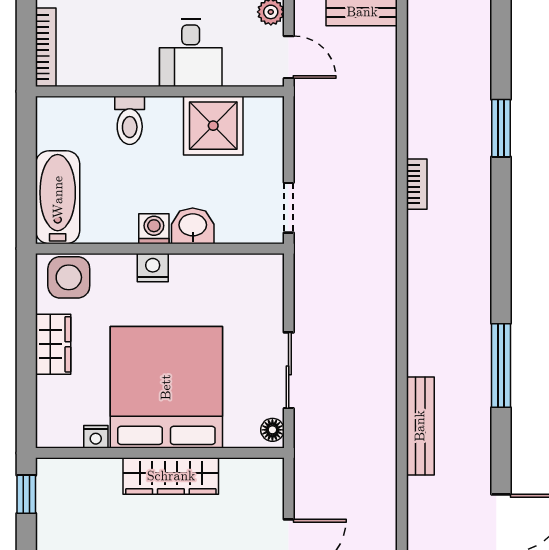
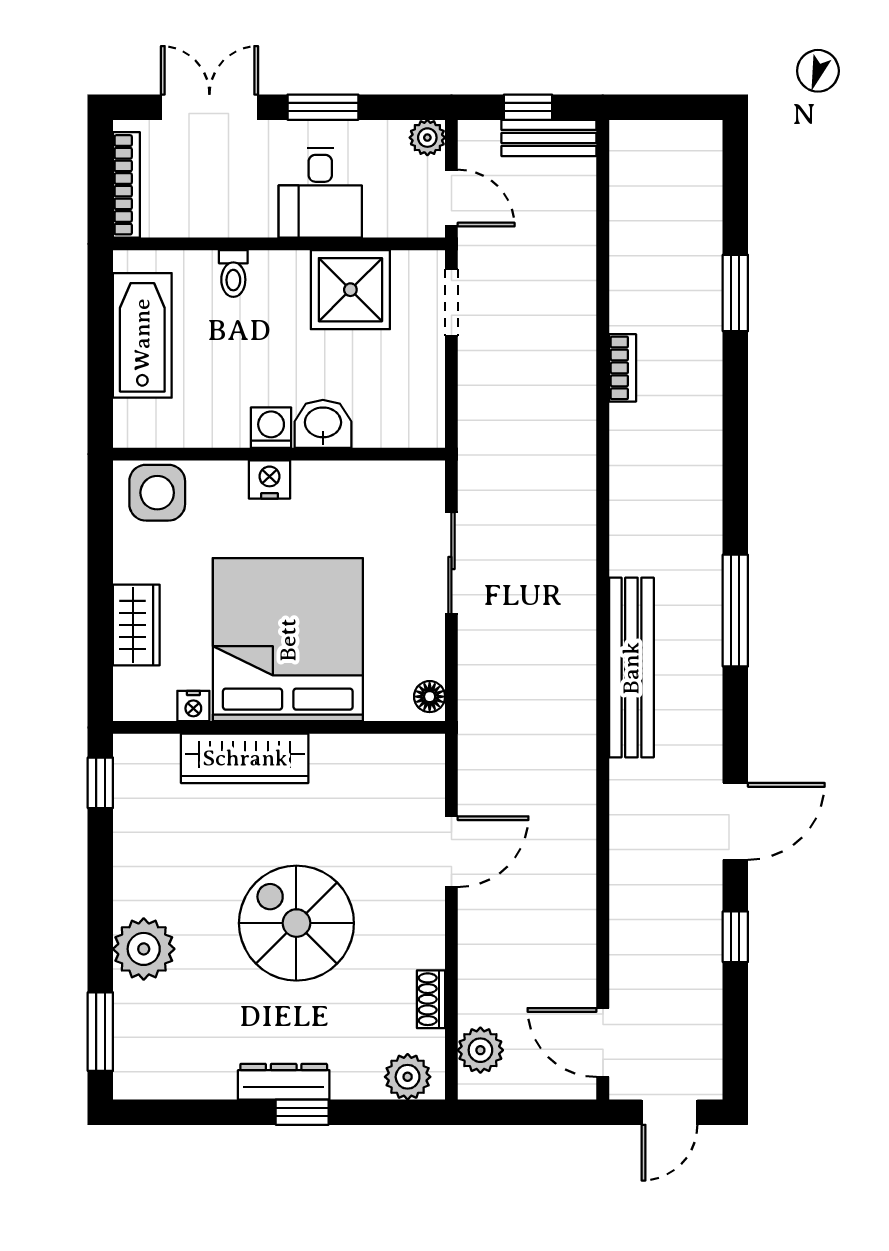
toilet: (130, 120) -> (233, 274), width x0.73, depth x0.72
bathtub: (58, 197) -> (142, 335), moved
doorway: (289, 208) -> (451, 302), moved
wardrobe: (53, 344) -> (136, 625), moved
sliding door: (289, 370) -> (451, 563), moved
bench: (420, 426) -> (631, 668), width x1.37, depth x1.21
wardrobe: (171, 476) -> (245, 758), moved

